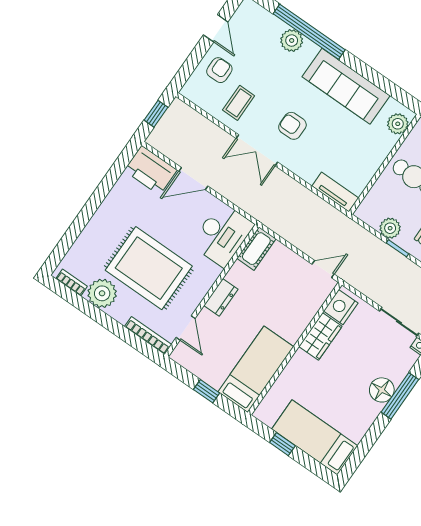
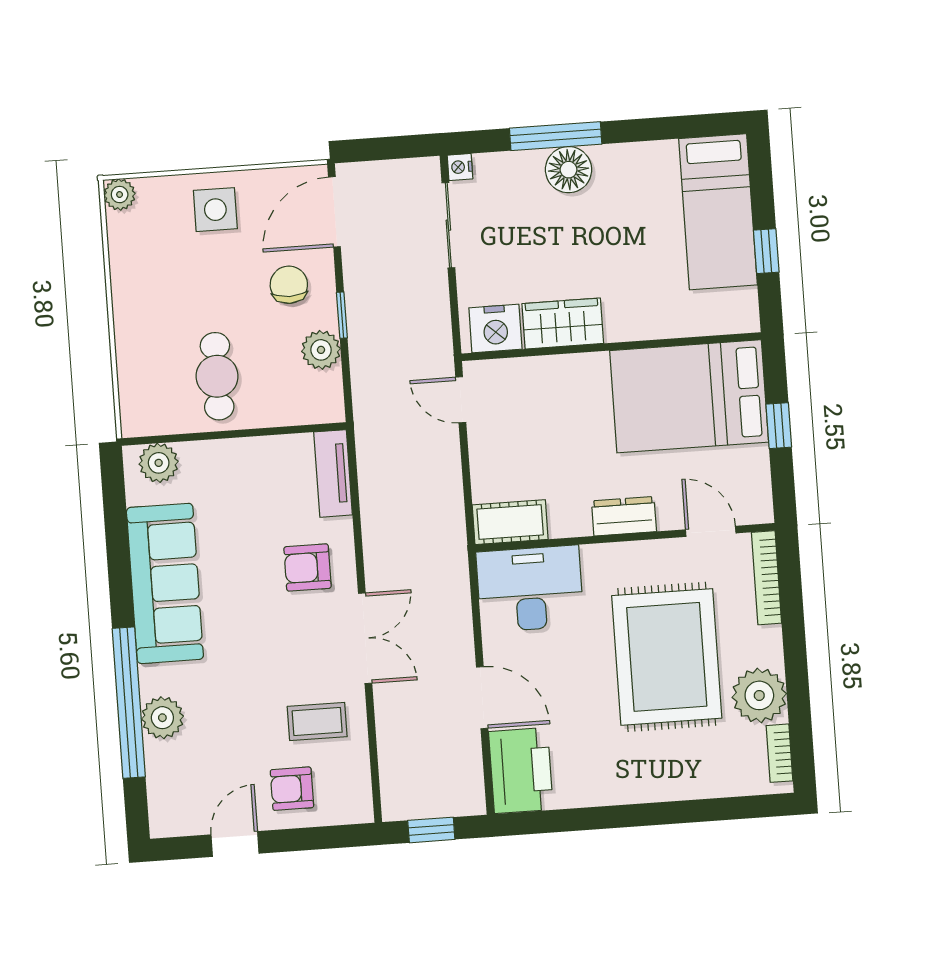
armchair: (292, 126) -> (307, 568), moved, turned 90
door: (186, 328) -> (711, 531), hinge flipped
bed: (256, 369) -> (689, 396), width x1.50

